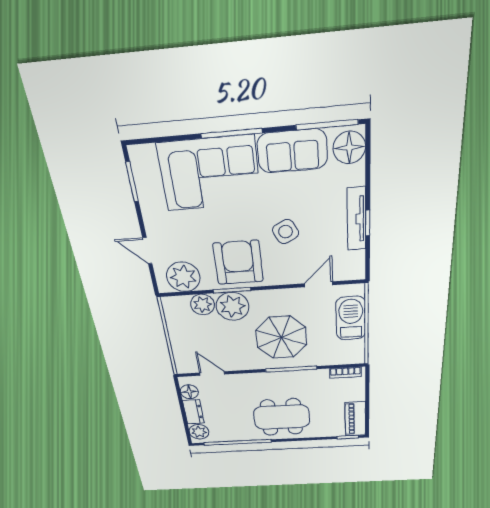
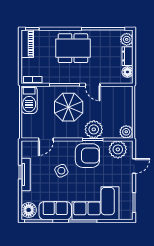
door: (147, 251) -> (134, 166), hinge flipped
armchair: (238, 262) -> (87, 156), turned -90
plant: (203, 305) -> (126, 132), moved
barbecue: (351, 318) -> (29, 100), moved
door: (212, 374) -> (93, 85), moved

